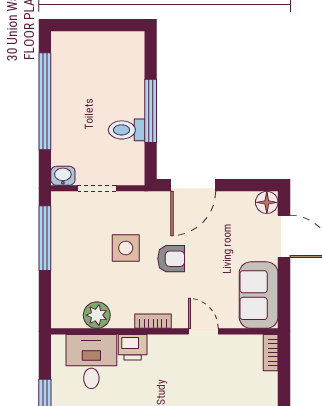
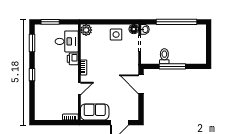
floor lamp: (267, 202) -> (134, 29), moved
window: (45, 238) -> (119, 22), removed
side table: (126, 248) -> (116, 35), moved
armchair: (171, 259) -> (110, 75), removed
plant: (97, 315) -> (86, 30), moved

